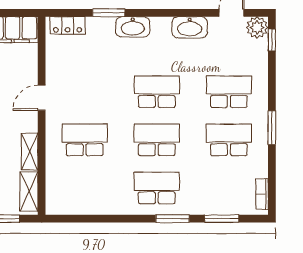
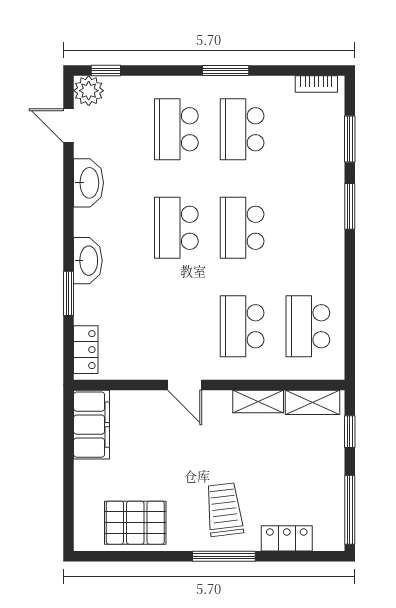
school desk: (157, 188) -> (308, 326), moved

